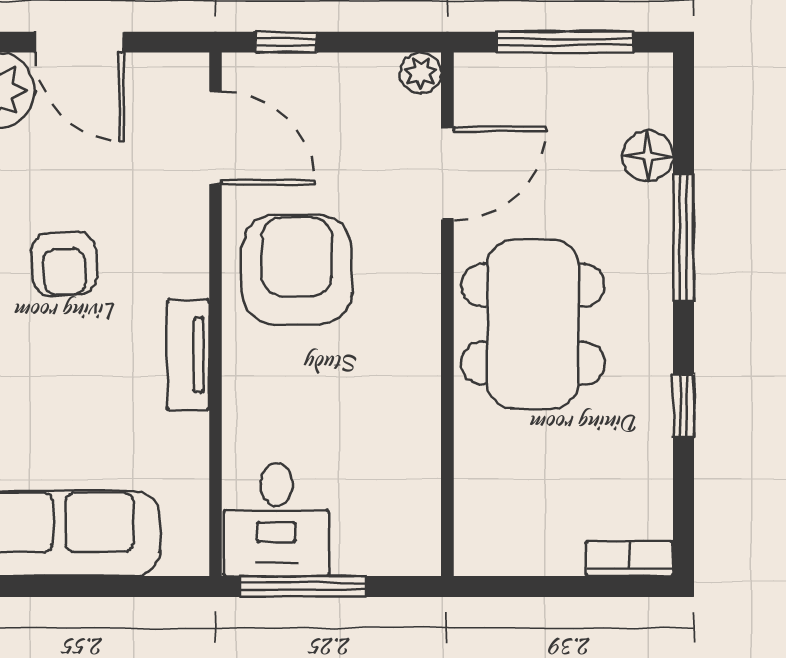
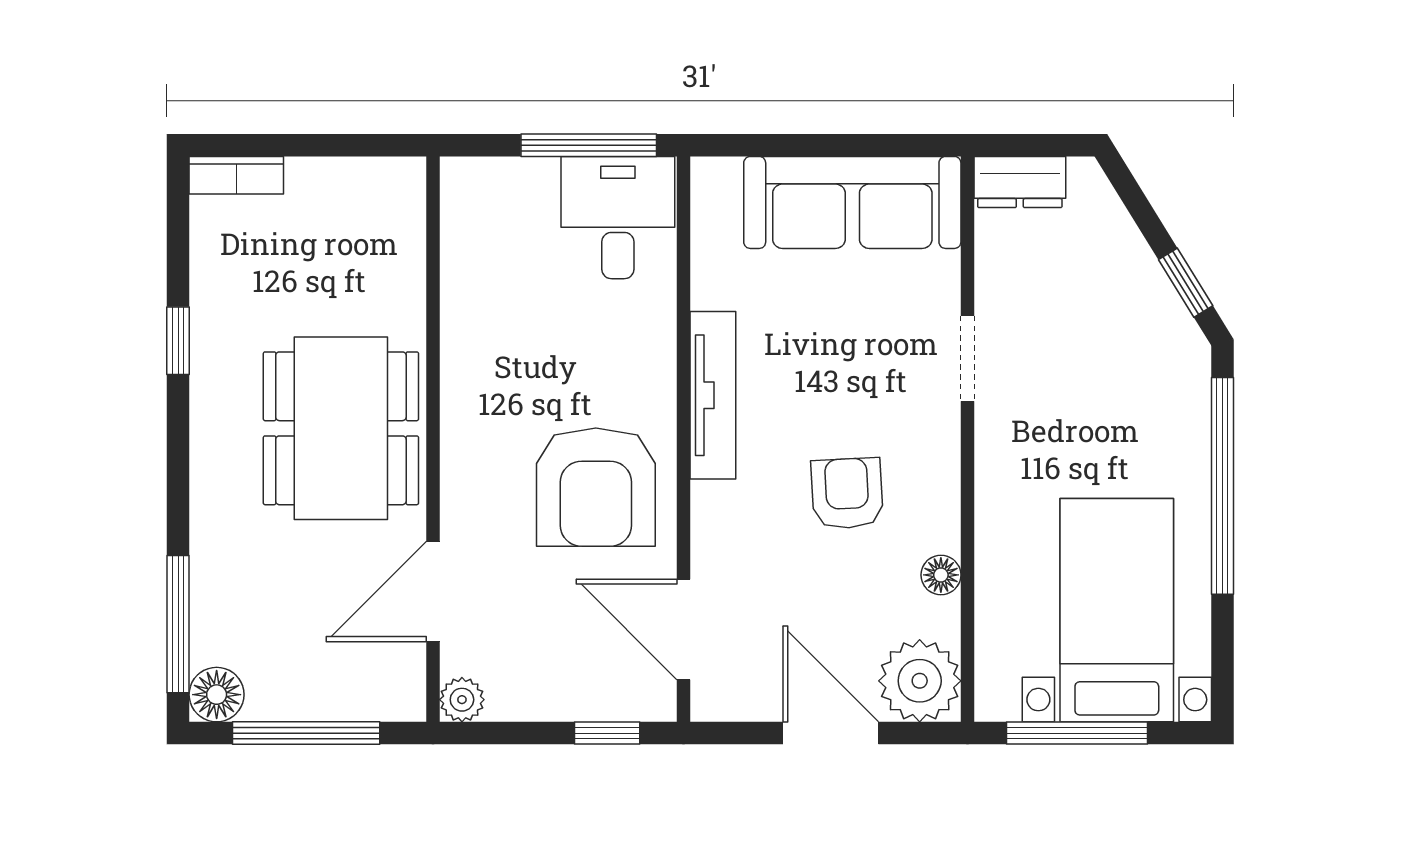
floor lamp: (648, 156) -> (217, 695), moved
window: (684, 238) -> (178, 624), moved
tv unit: (188, 355) -> (713, 395), width x1.41

